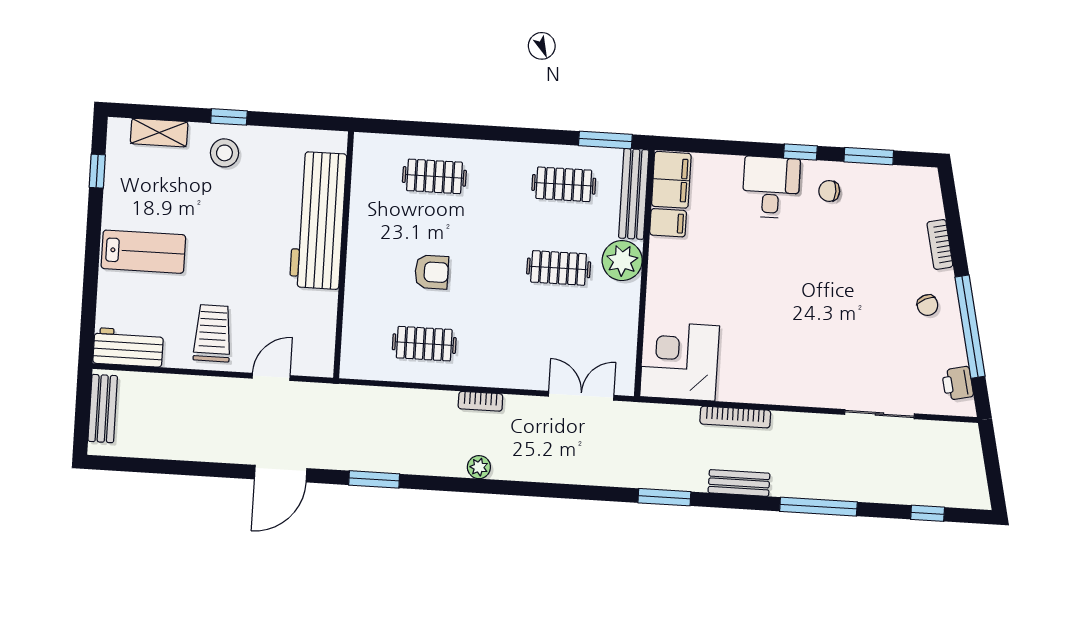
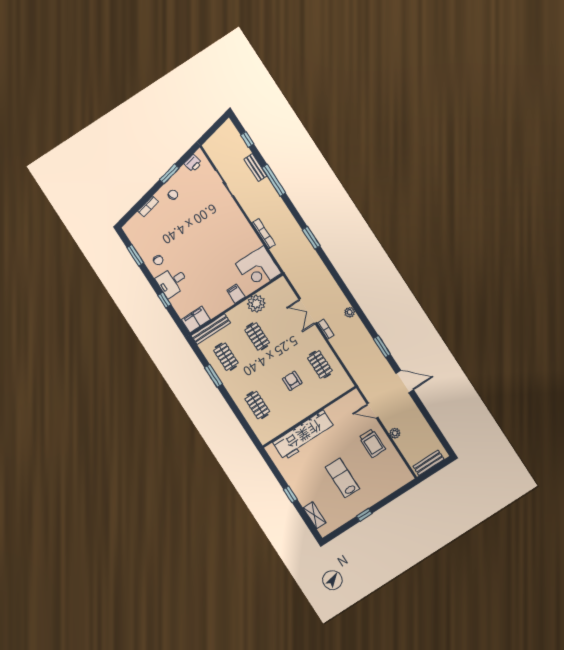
window: (605, 140) -> (213, 376), moved
window: (800, 152) -> (164, 300), moved
stool: (224, 153) -> (304, 487), removed
window: (97, 171) -> (364, 515), moved
filing cabinet: (668, 223) -> (236, 294), moved
lab bench: (143, 252) -> (342, 478), moved
plant: (622, 261) -> (256, 304), moved
window: (970, 327) -> (169, 174), width x0.47
trolley: (213, 333) -> (372, 443), turned -90
workbench: (128, 347) -> (400, 470), removed
plant: (201, 387) -> (395, 433), added
double door: (581, 396) -> (308, 311), moved
bench: (739, 483) -> (256, 168), moved

